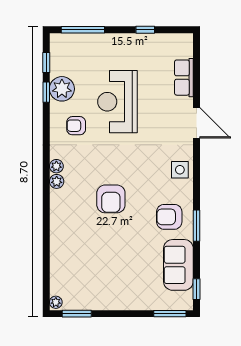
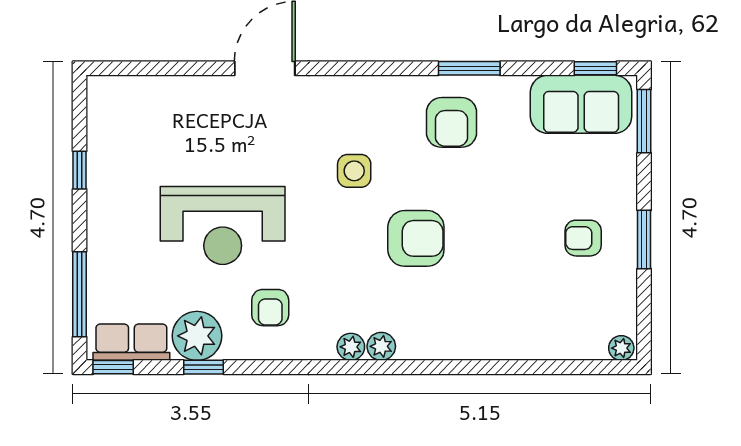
window: (46, 62) -> (113, 367), moved
row of seats: (184, 78) -> (131, 342), moved, turned 180
side table: (180, 170) -> (354, 171), moved
sofa: (178, 265) -> (581, 104), moved
armchair: (111, 283) -> (583, 238), added
window: (77, 314) -> (644, 240), moved

